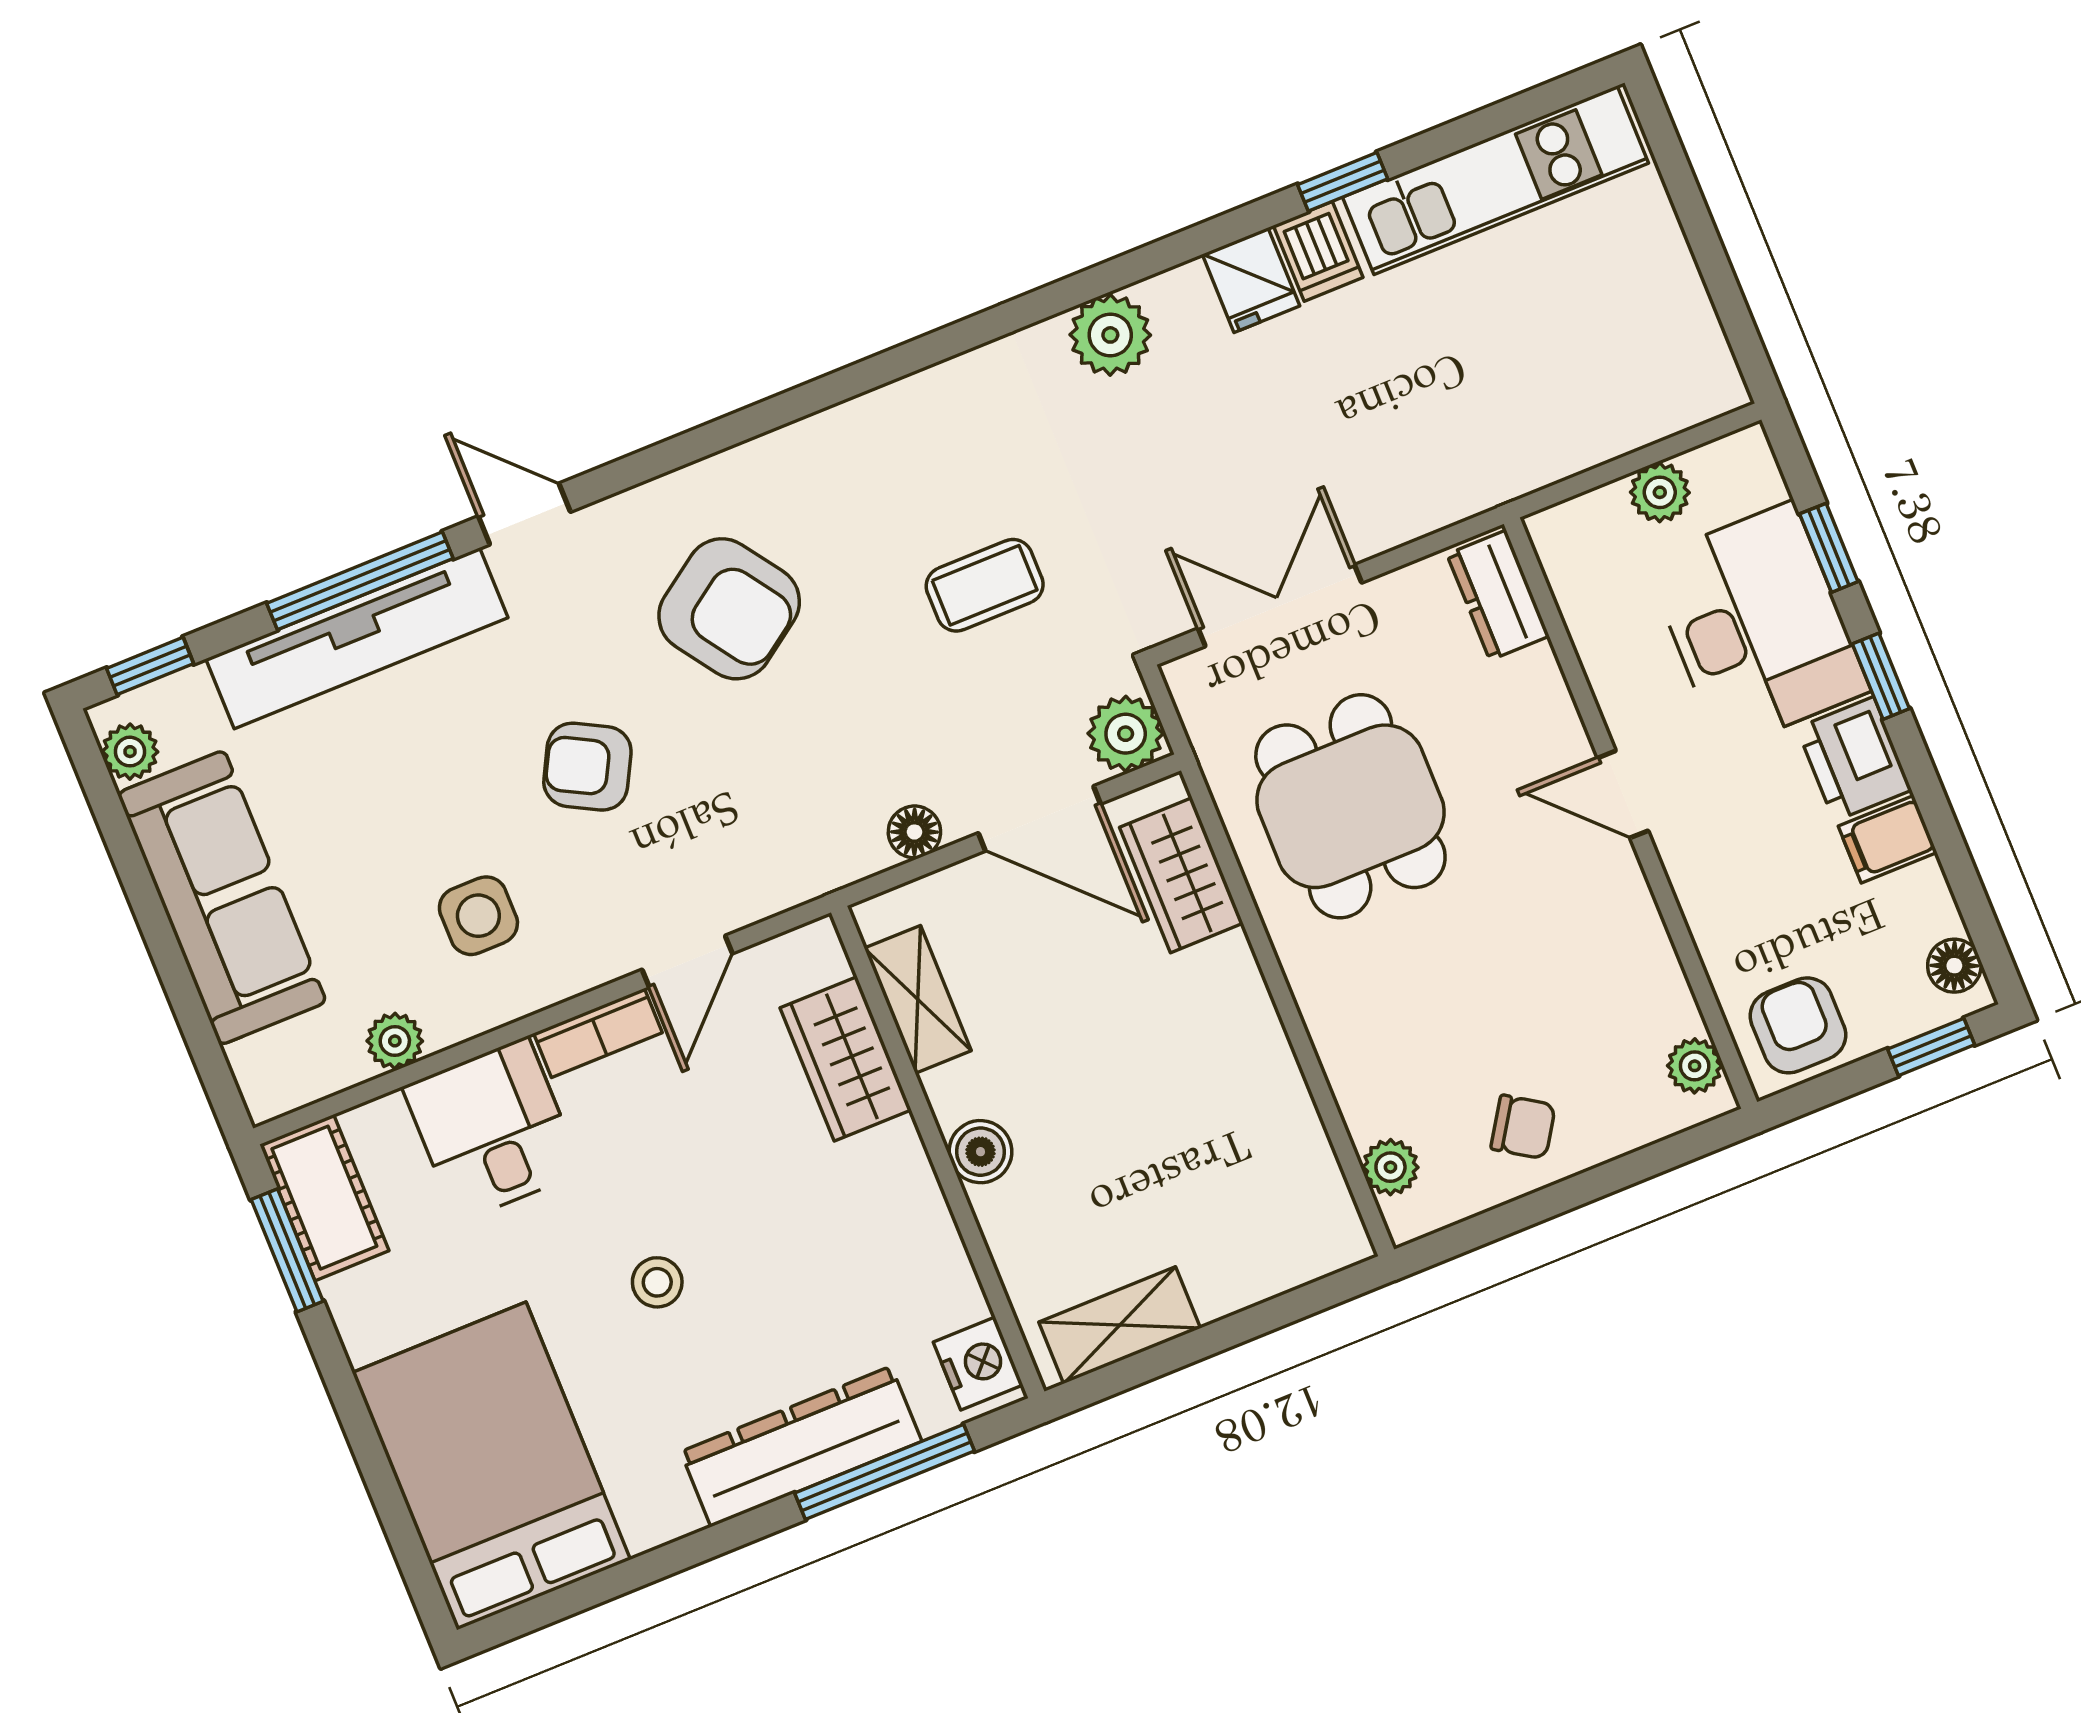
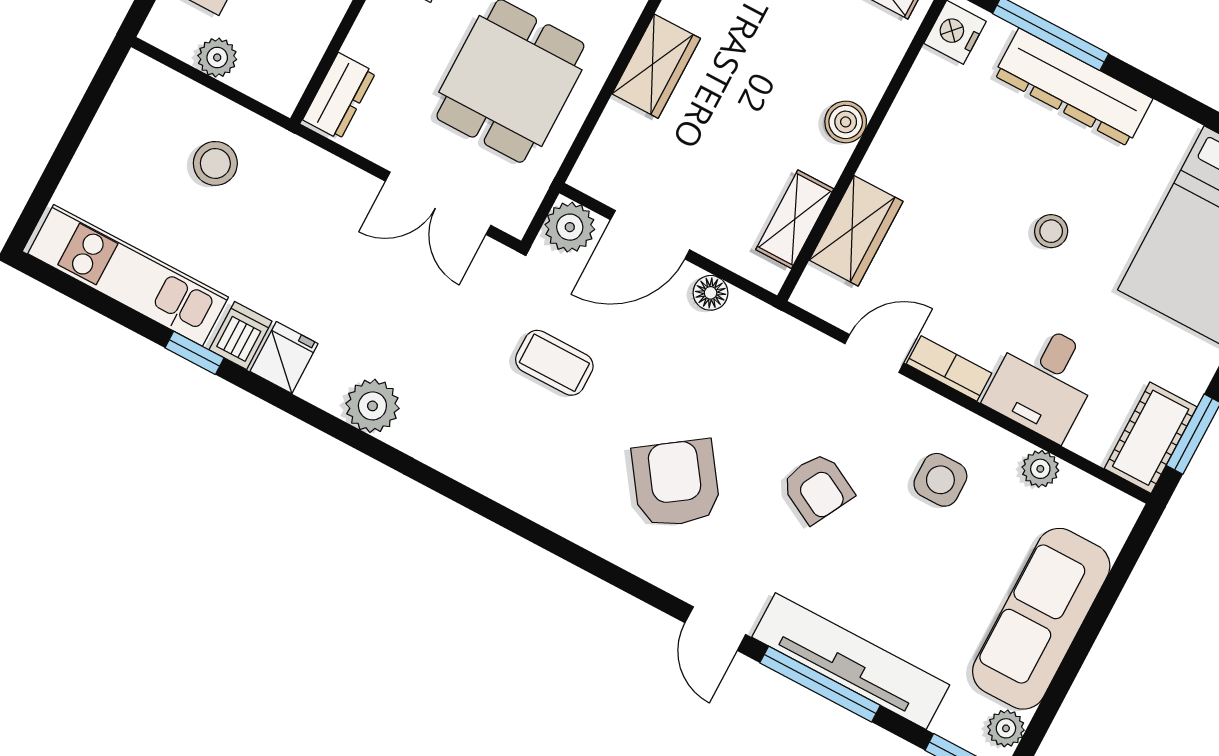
stool: (1540, 388) -> (215, 163), added
door: (1039, 819) -> (650, 235), swing flipped
wardrobe: (1181, 875) -> (656, 66), moved

